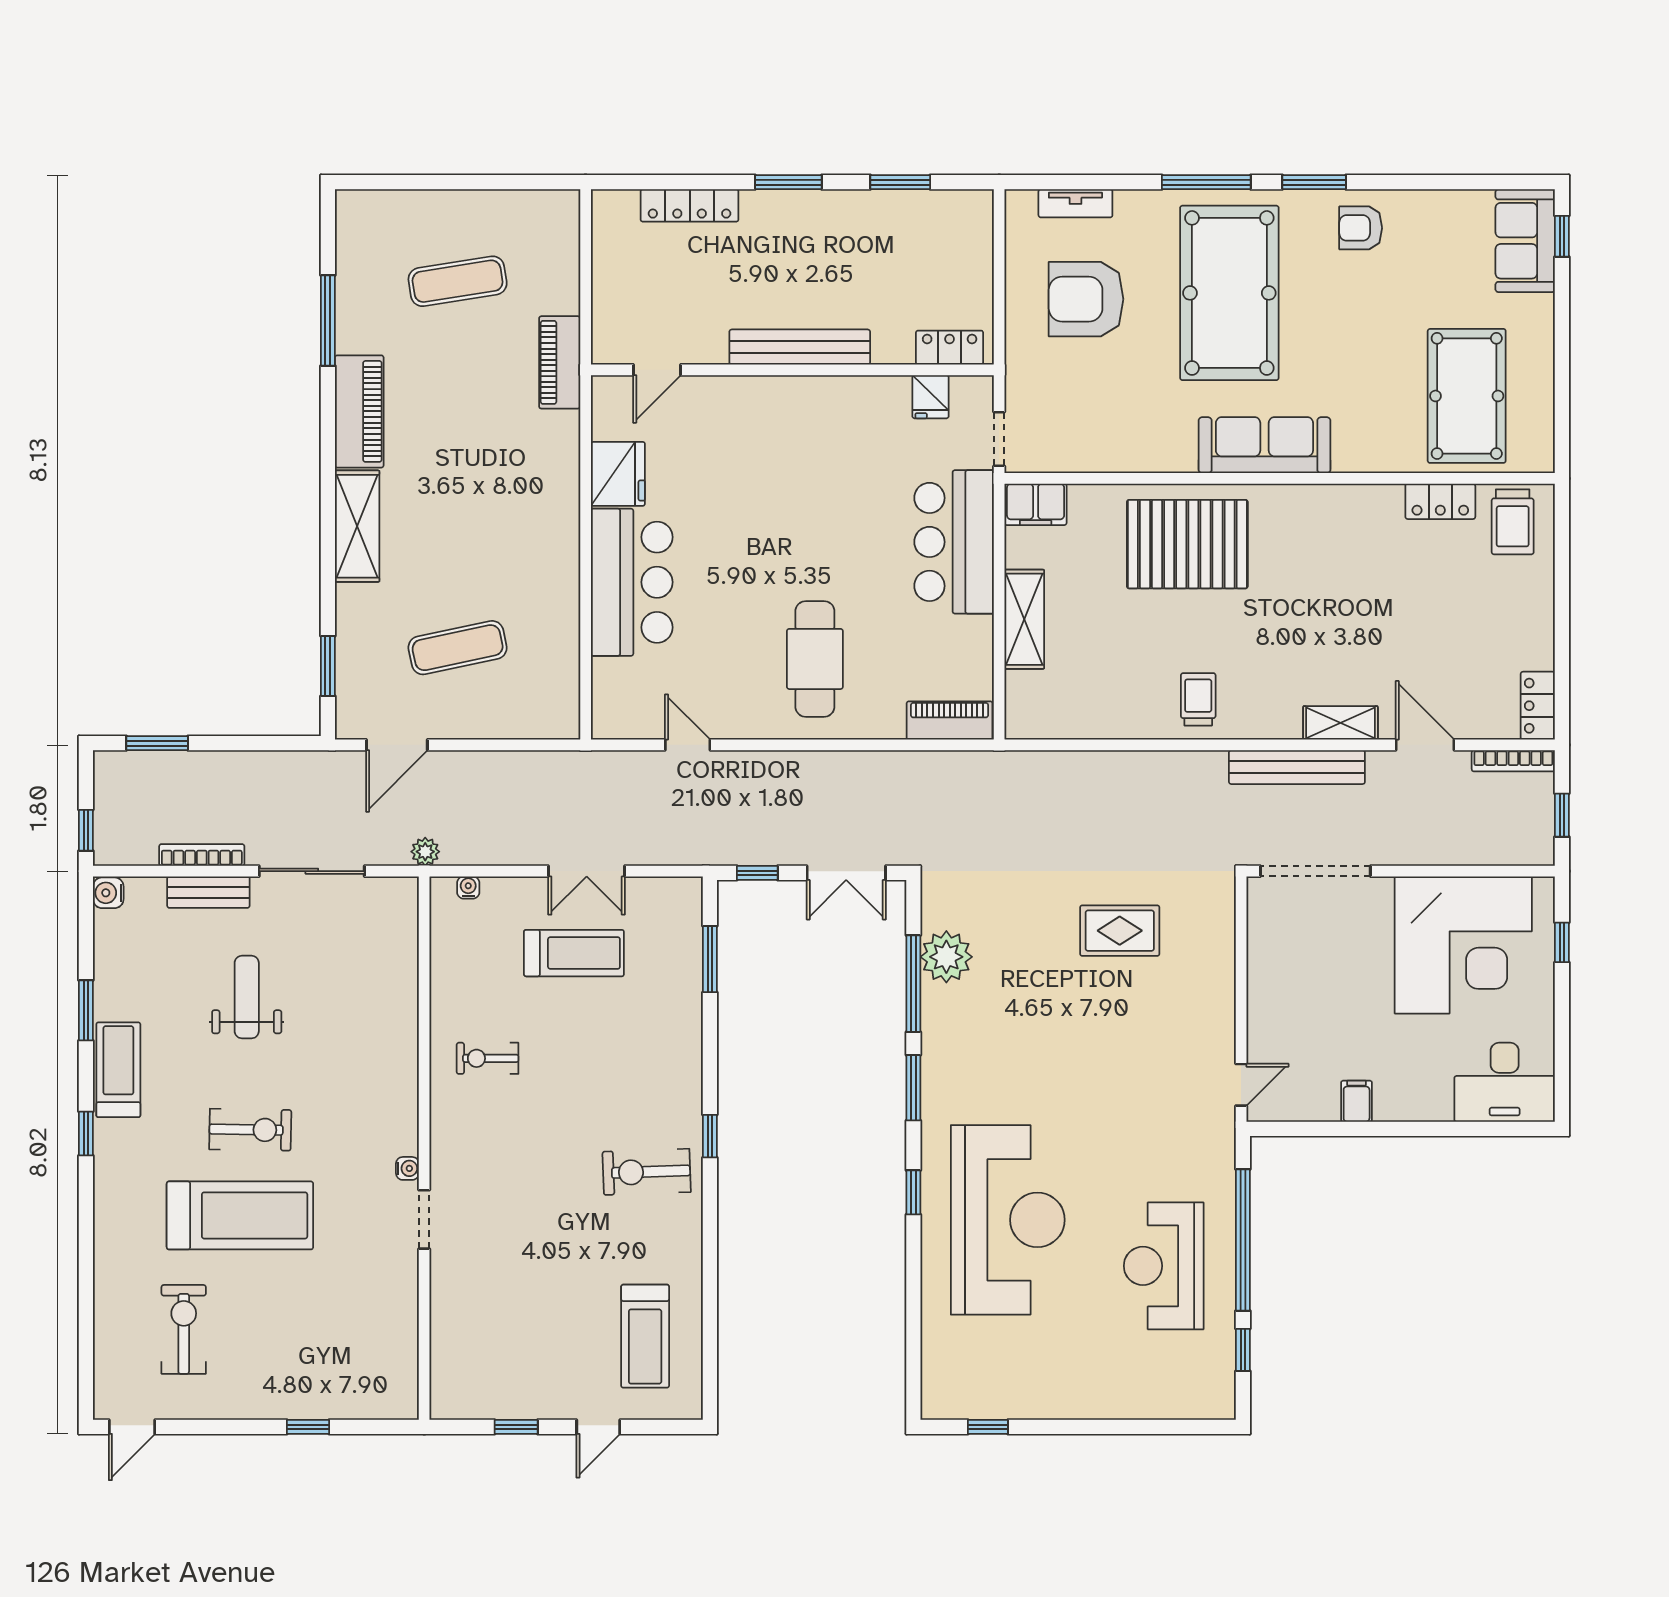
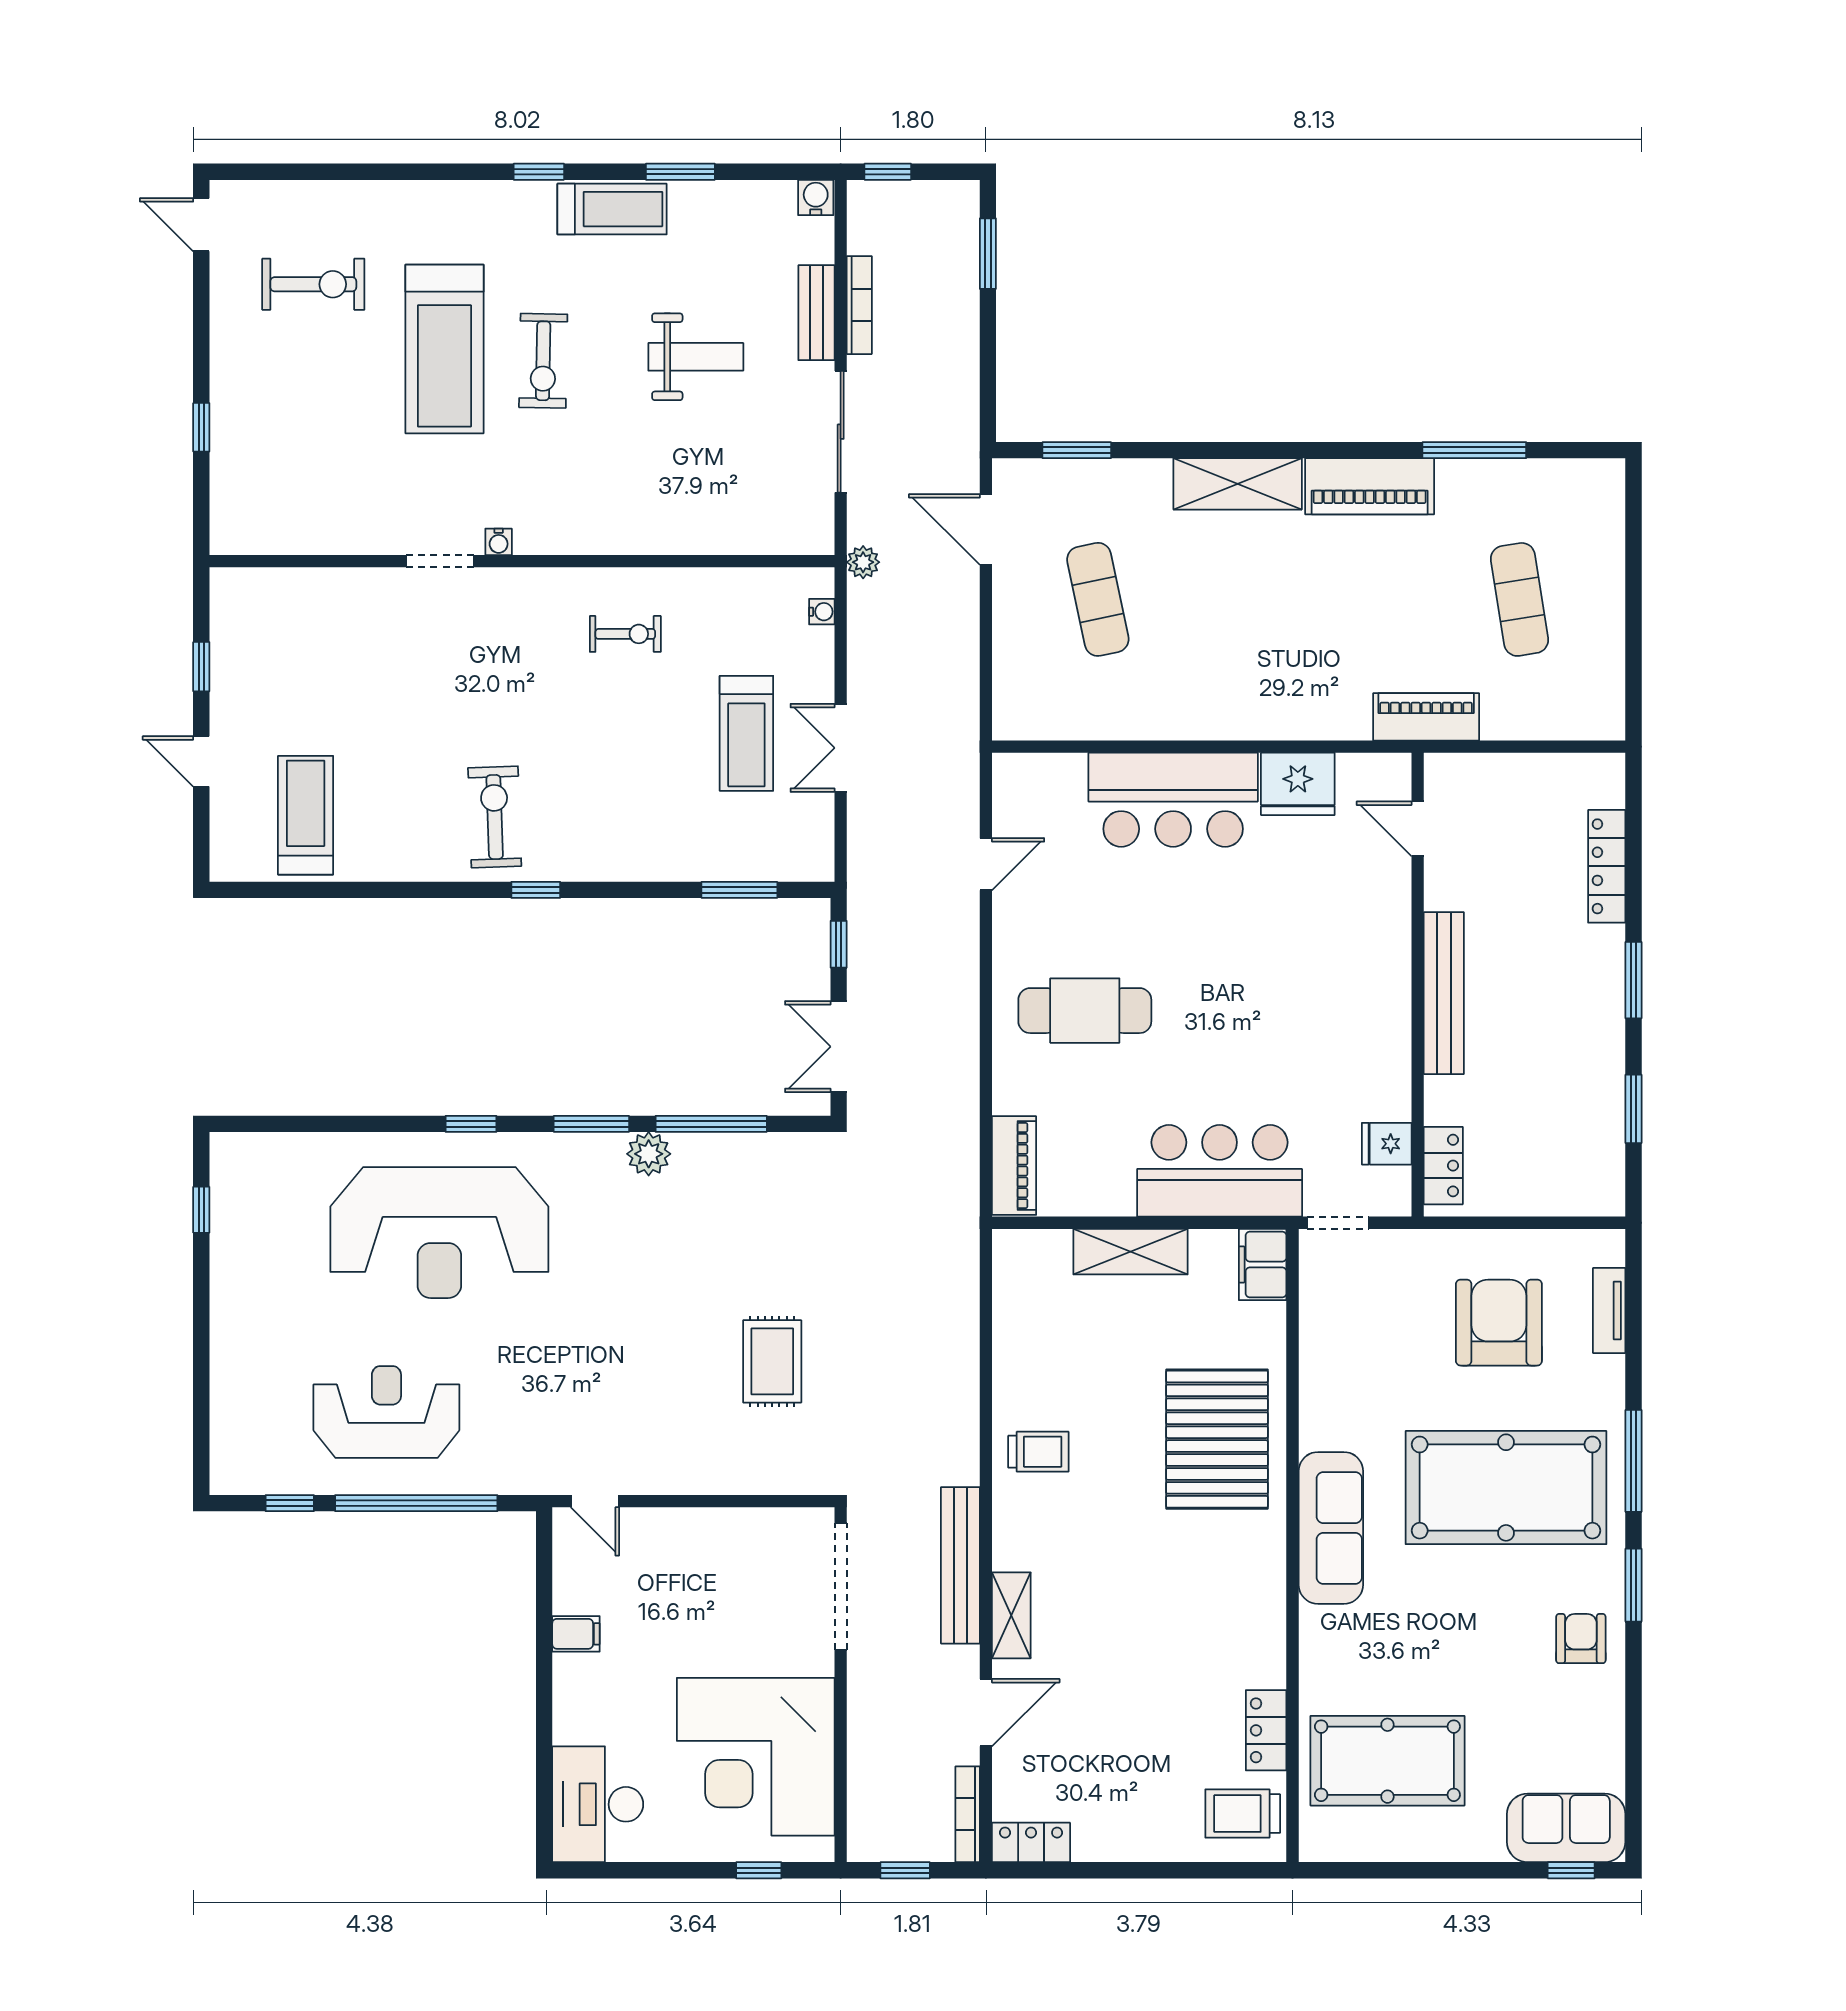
plant: (946, 957) -> (649, 1154), moved, width x0.73, depth x0.73
exercise bike: (488, 1058) -> (625, 634), turned 90
treadmill: (645, 1336) -> (306, 815), turned 90

